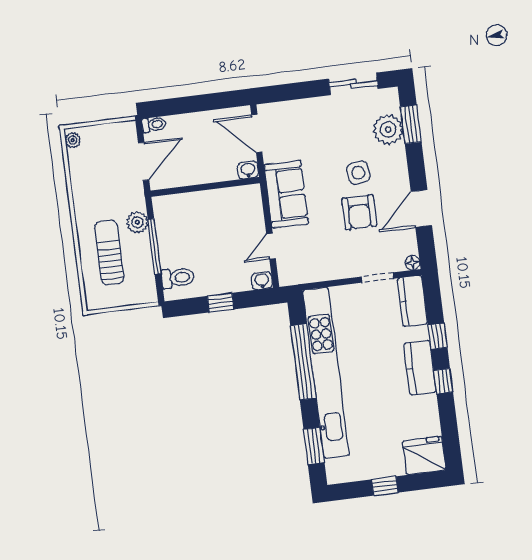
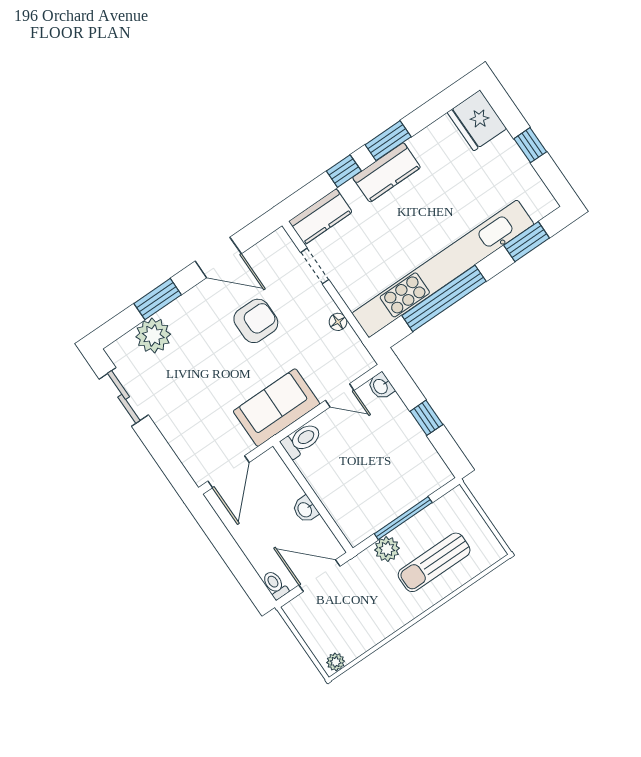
window: (411, 124) -> (158, 299), moved
washbasin: (248, 170) -> (305, 509), moved
side table: (358, 173) -> (215, 343), removed
floor lamp: (412, 263) -> (338, 322), moved
toilet: (178, 278) -> (302, 440), moved, turned 90
window: (443, 381) -> (388, 141), width x1.50

